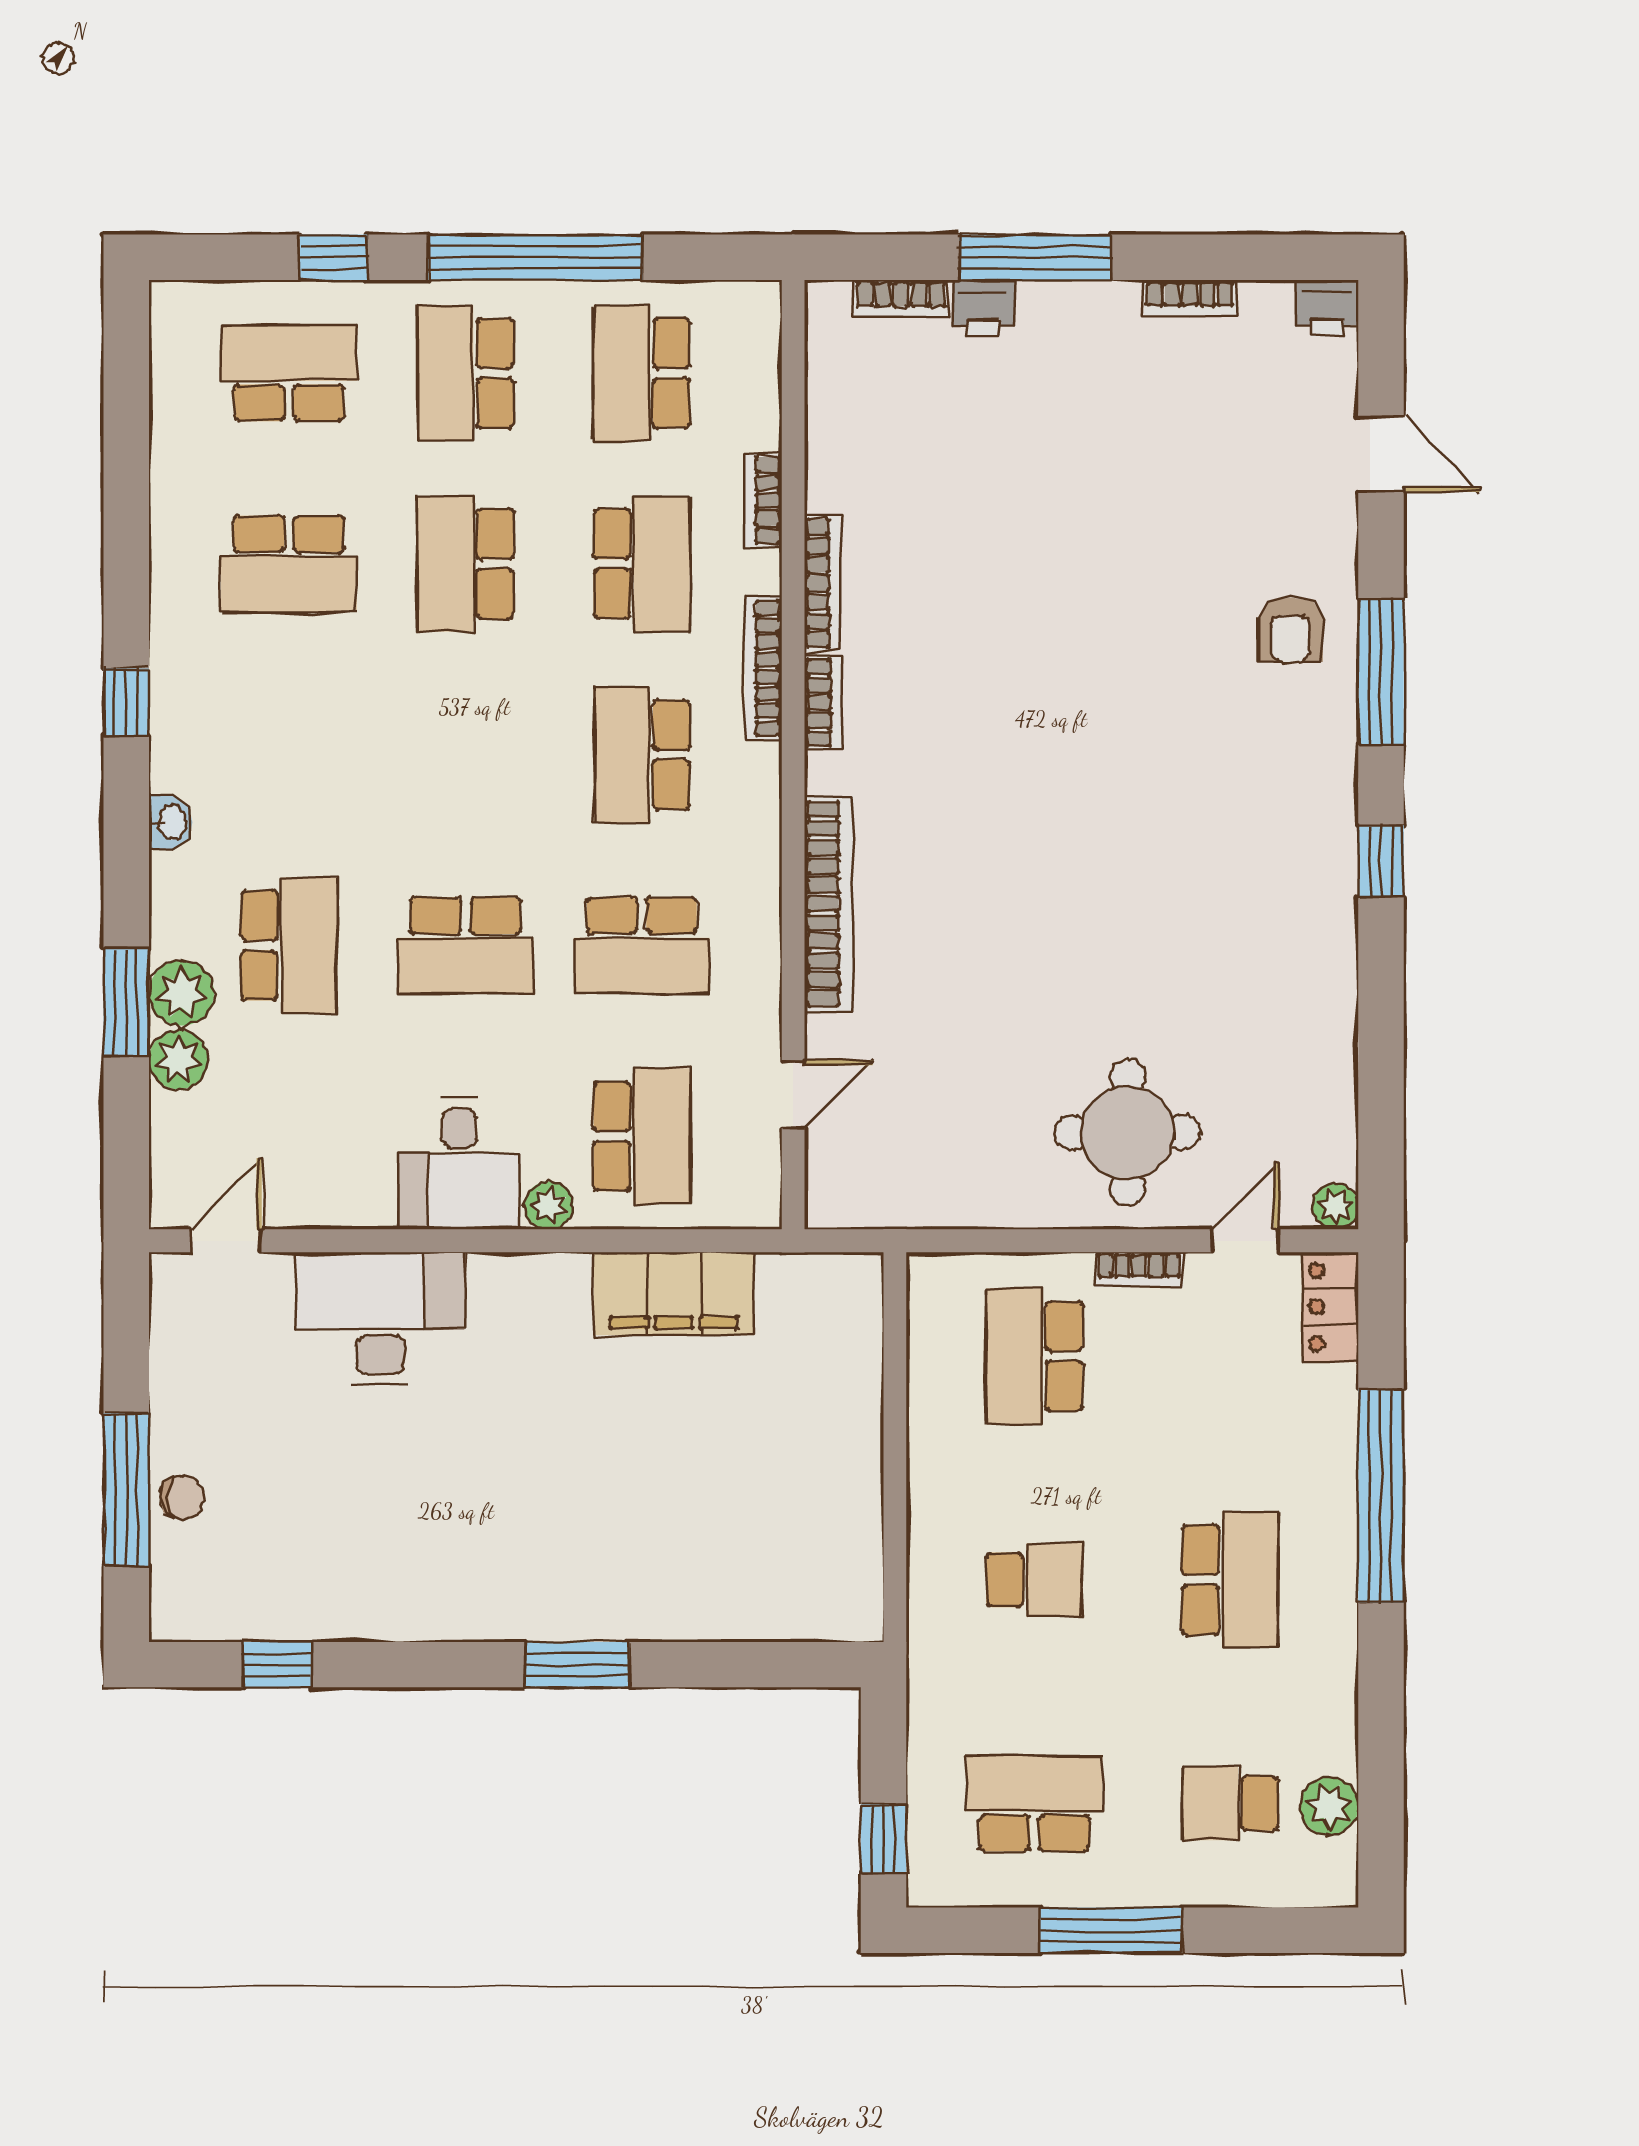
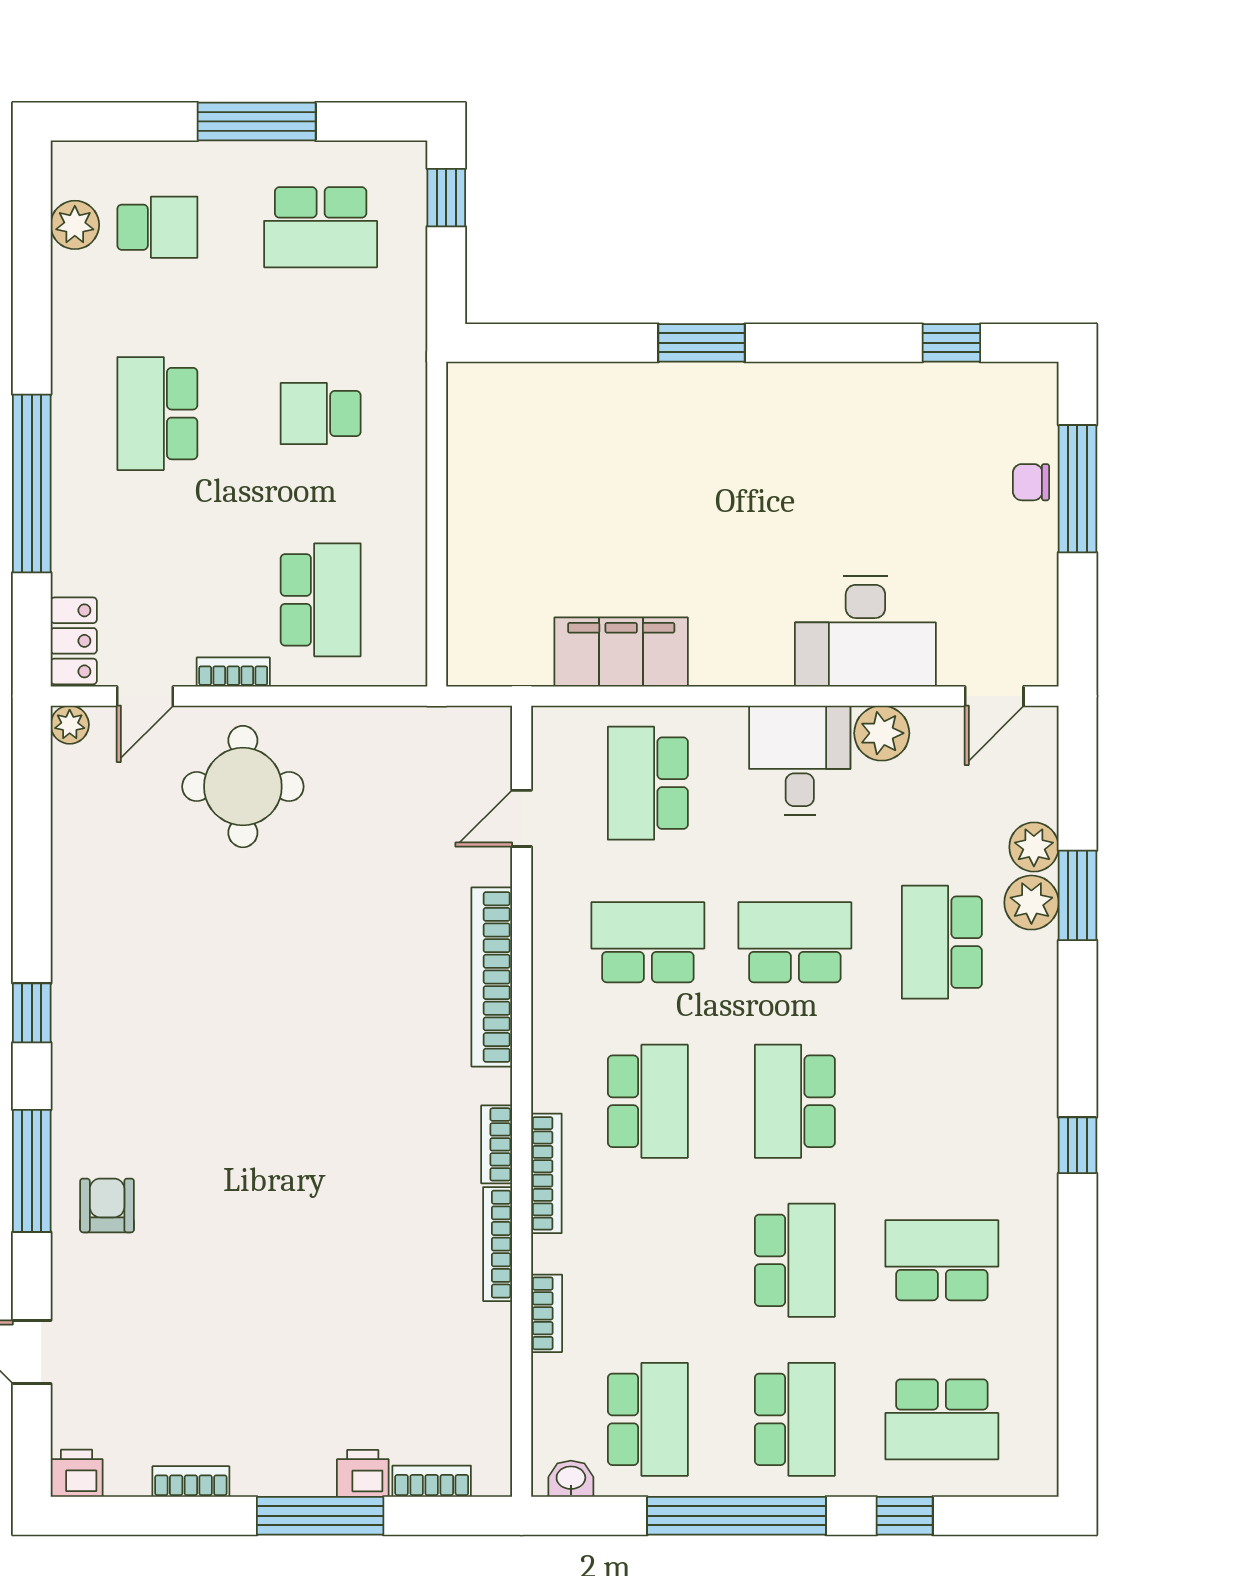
school desk: (642, 564) -> (795, 1101), moved
washbasin: (171, 822) -> (571, 1479), moved, turned 90
plant: (549, 1205) -> (882, 733), moved, width x1.38, depth x1.38

